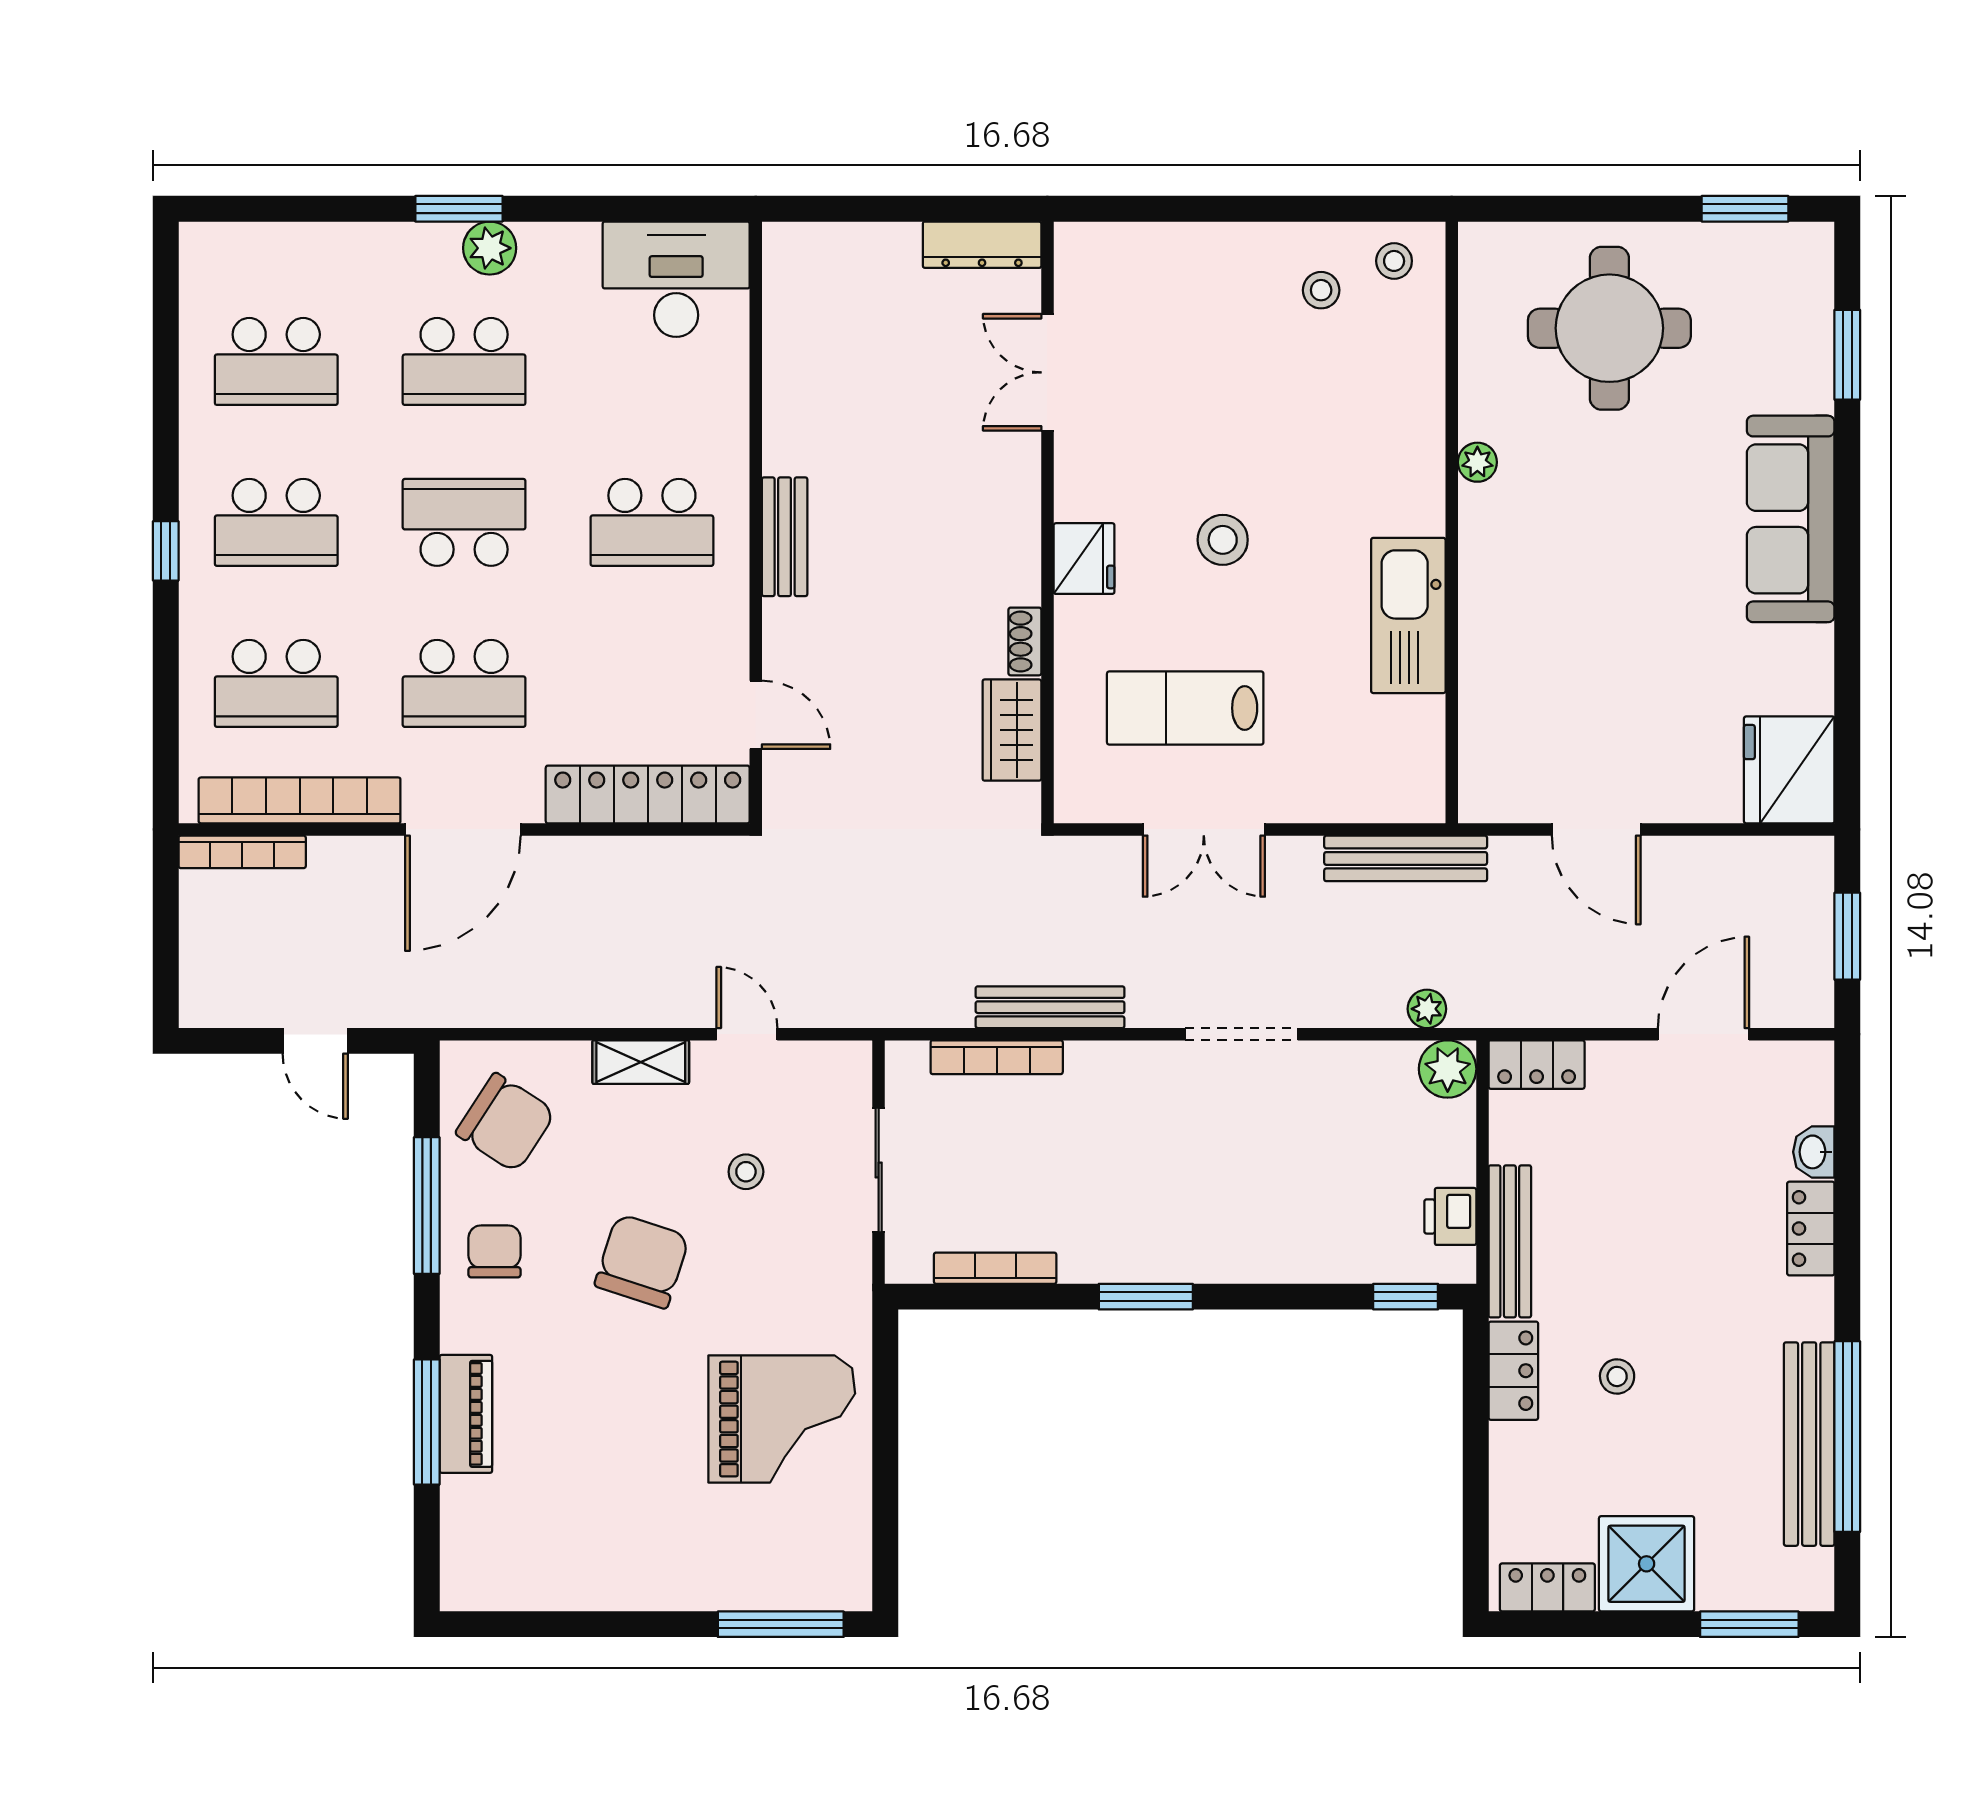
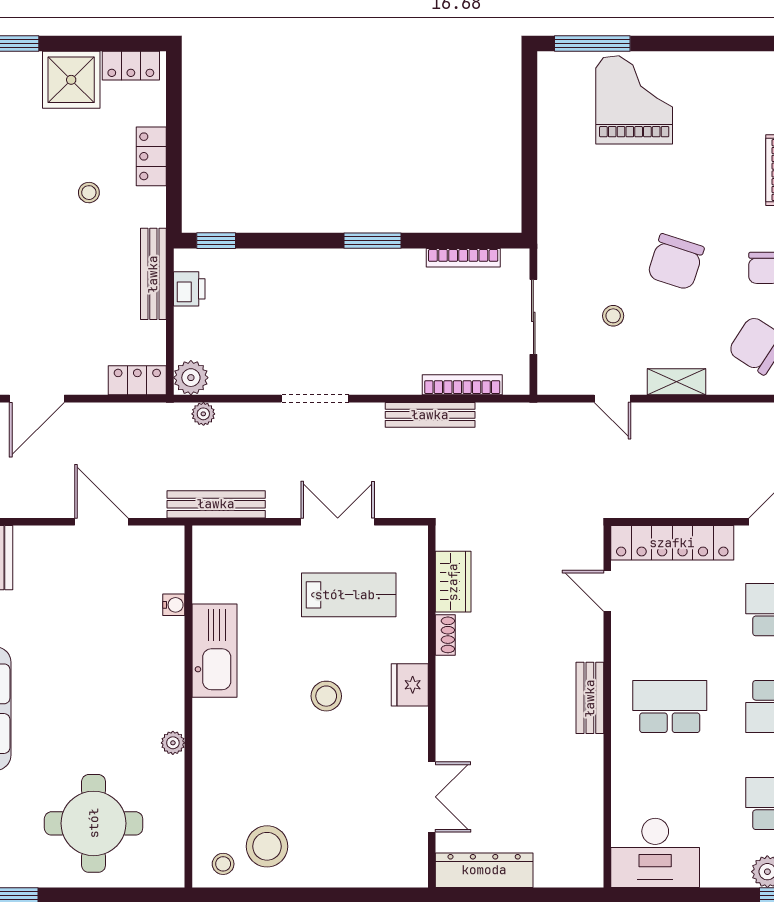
dresser: (982, 245) -> (484, 870), width x1.37, depth x1.24
stool: (1321, 290) -> (267, 846), width x1.89, depth x1.89
water cooler: (1476, 691) -> (174, 605), added
locker: (1513, 1371) -> (151, 156), moved
grand piano: (782, 1419) -> (634, 100), moved, turned 90

